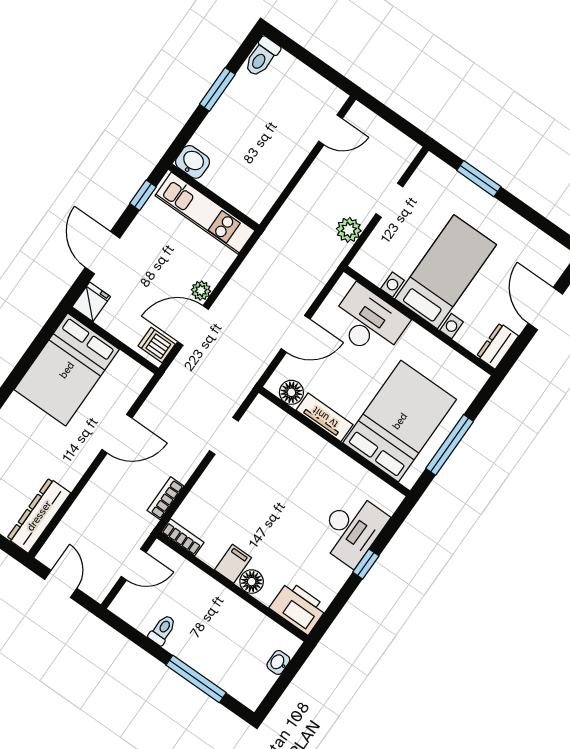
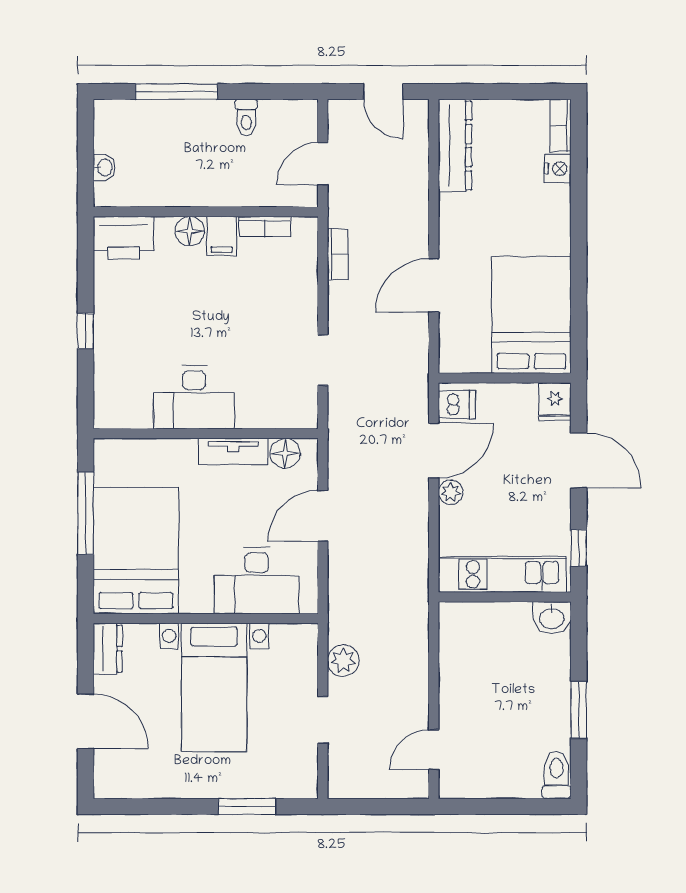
bed: (400, 421) -> (136, 551), moved, turned 180
desk: (352, 529) -> (194, 397), moved, turned -90
bookcase: (182, 537) -> (265, 227), moved

